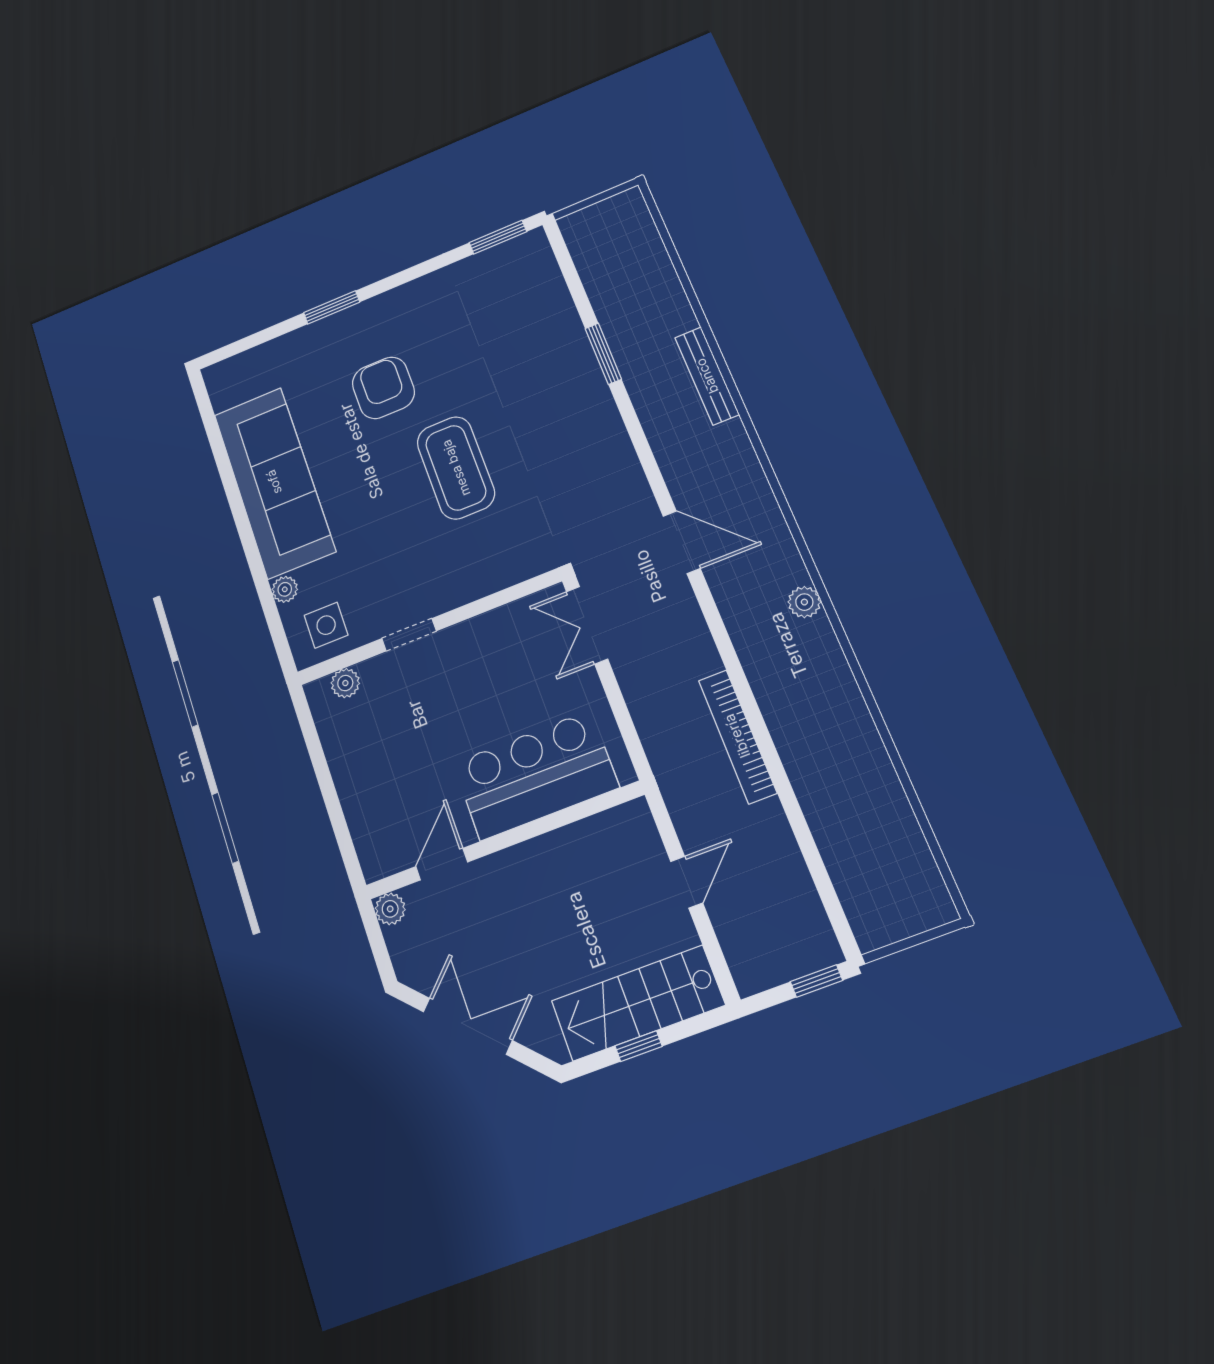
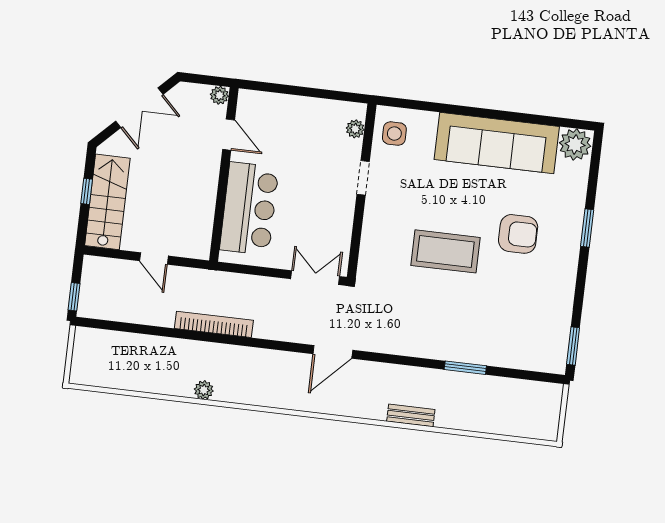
bench: (707, 376) -> (411, 415), width x0.73
plant: (285, 589) -> (575, 144), moved, width x1.88, depth x1.88
plant: (804, 602) -> (204, 390), moved

